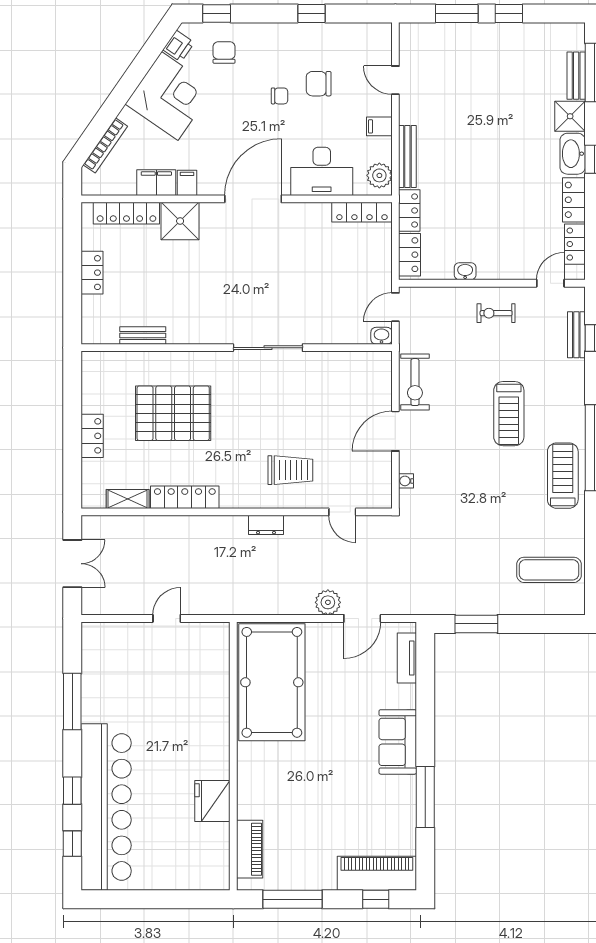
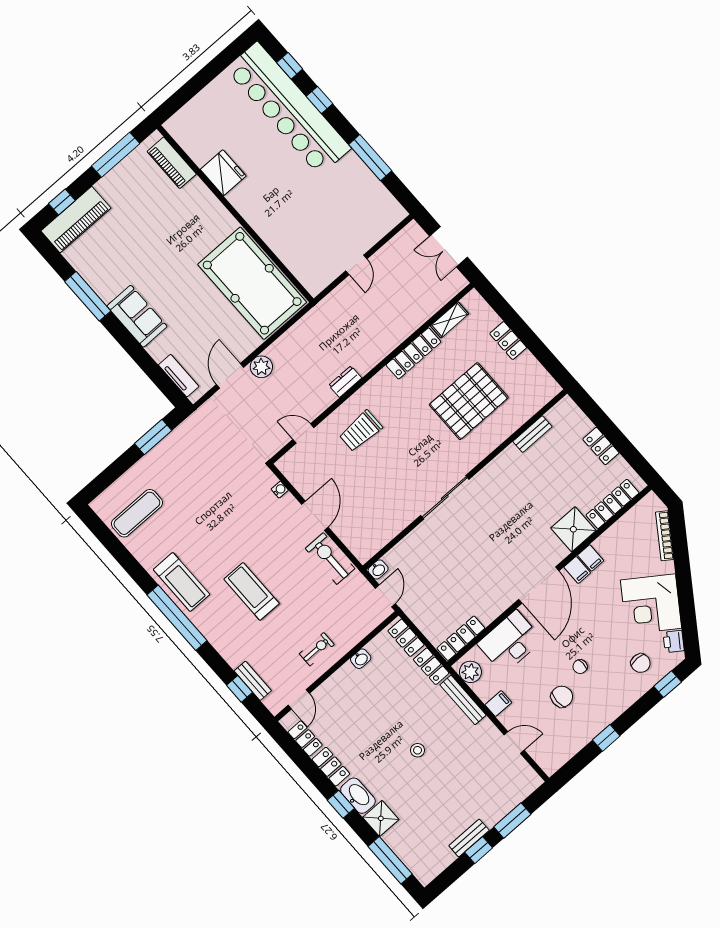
bench: (576, 76) -> (469, 838), moved, turned 90
stool: (486, 148) -> (418, 750), added
filing cabinet: (156, 183) -> (577, 570), moved, width x0.50

